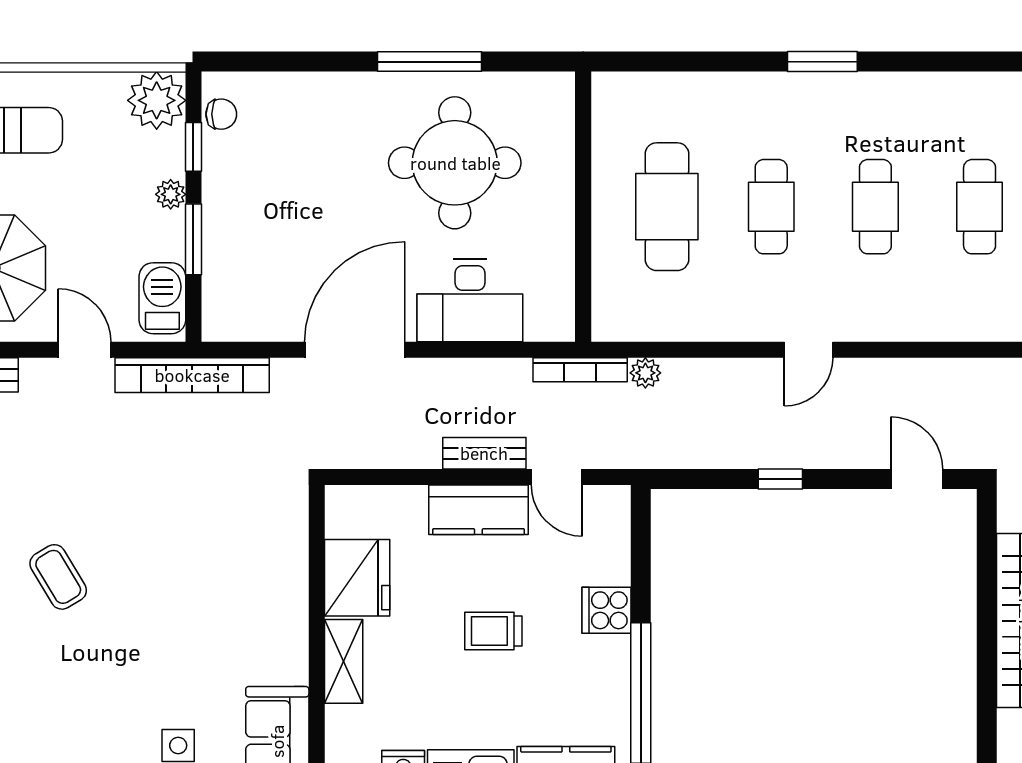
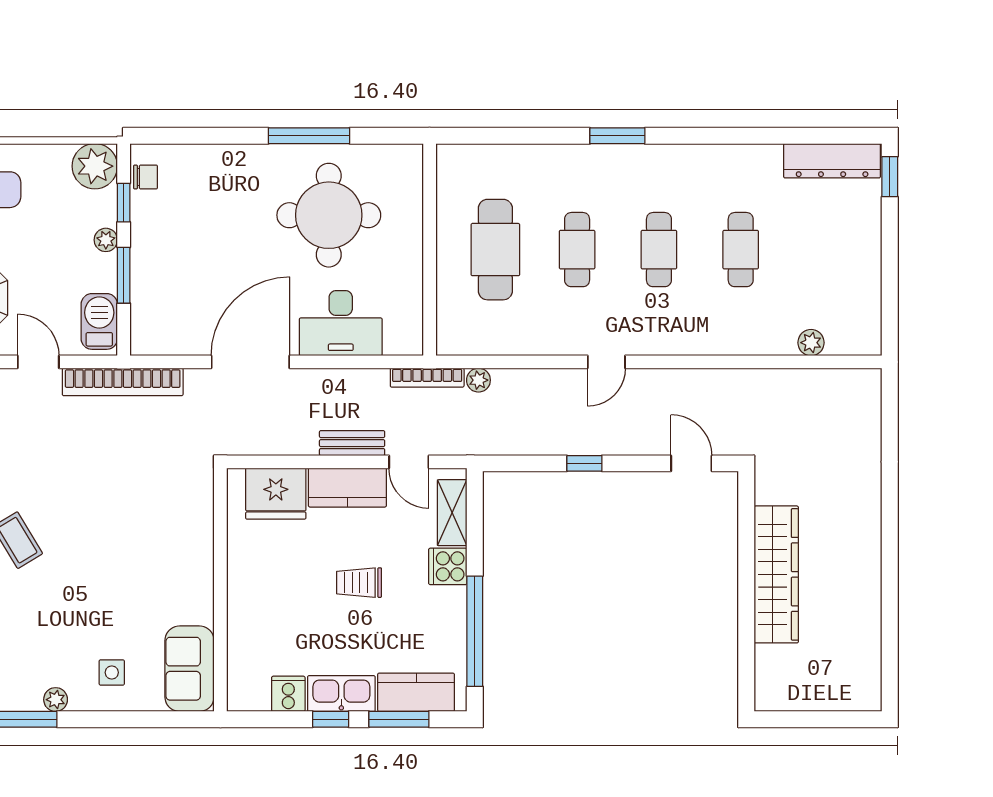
fridge: (357, 578) -> (276, 494), moved, turned 90
shelving: (344, 661) -> (452, 513), moved

